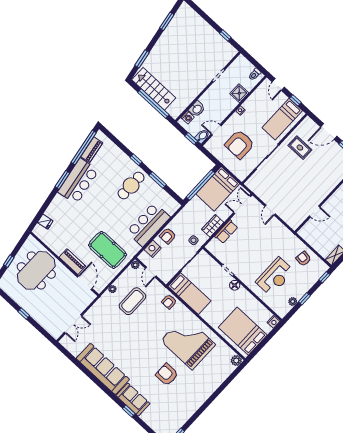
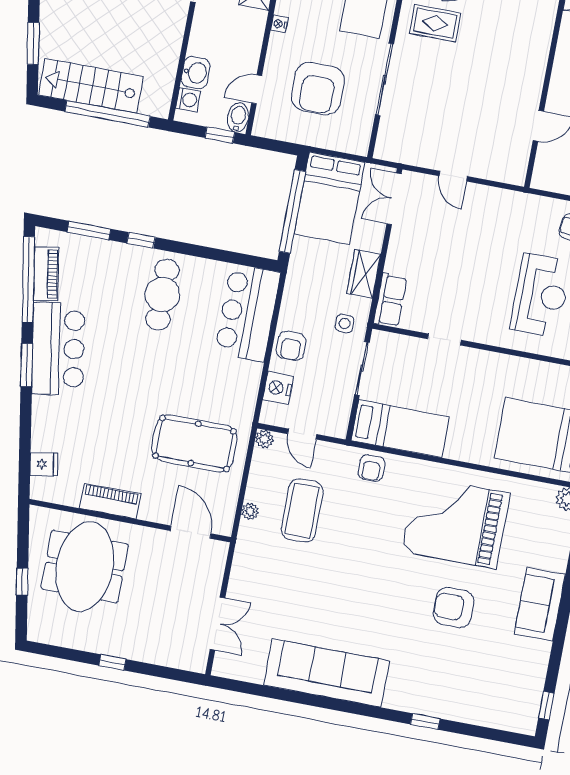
window: (158, 180) -> (89, 230), moved
bar counter: (148, 224) -> (248, 313), moved
row of seats: (226, 232) -> (390, 300), moved
piano: (72, 262) -> (110, 501), moved
floor lamp: (235, 285) -> (475, 359), removed
sofa: (133, 400) -> (540, 604), moved, turned -90

